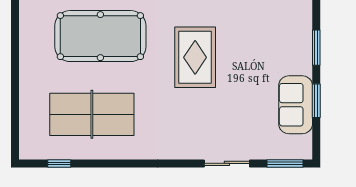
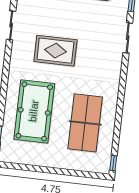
window: (59, 163) -> (113, 163), moved

